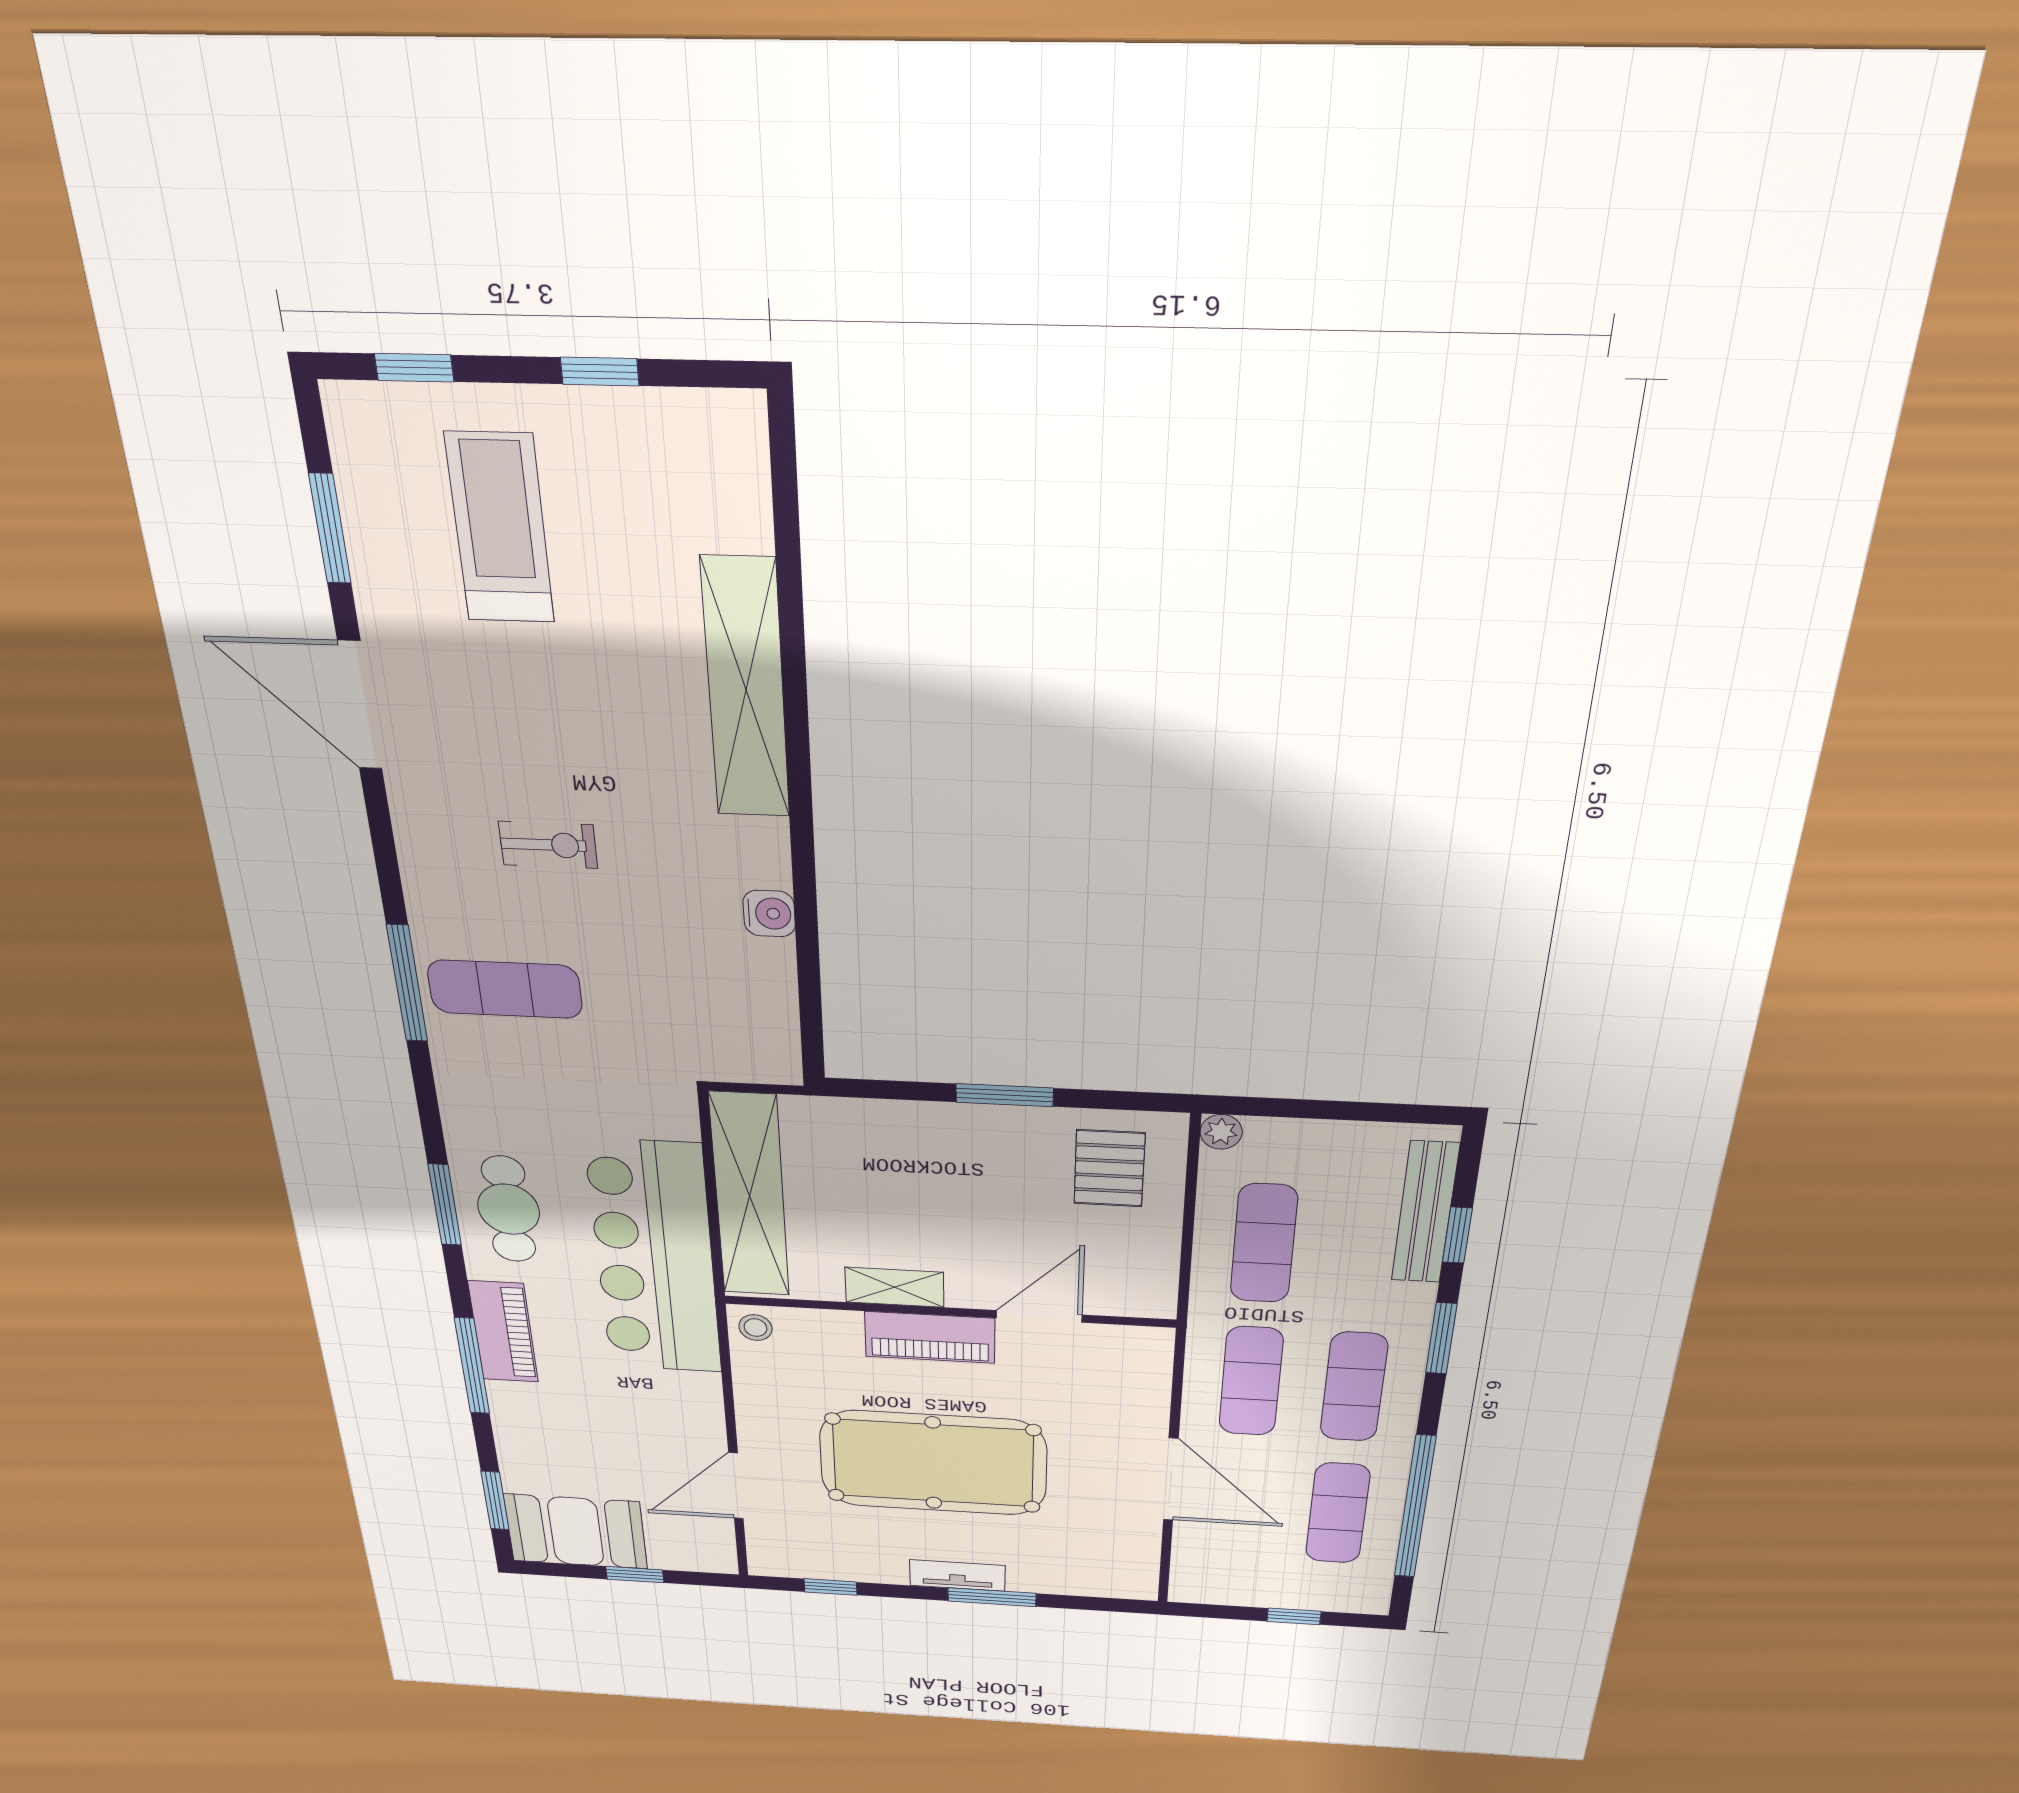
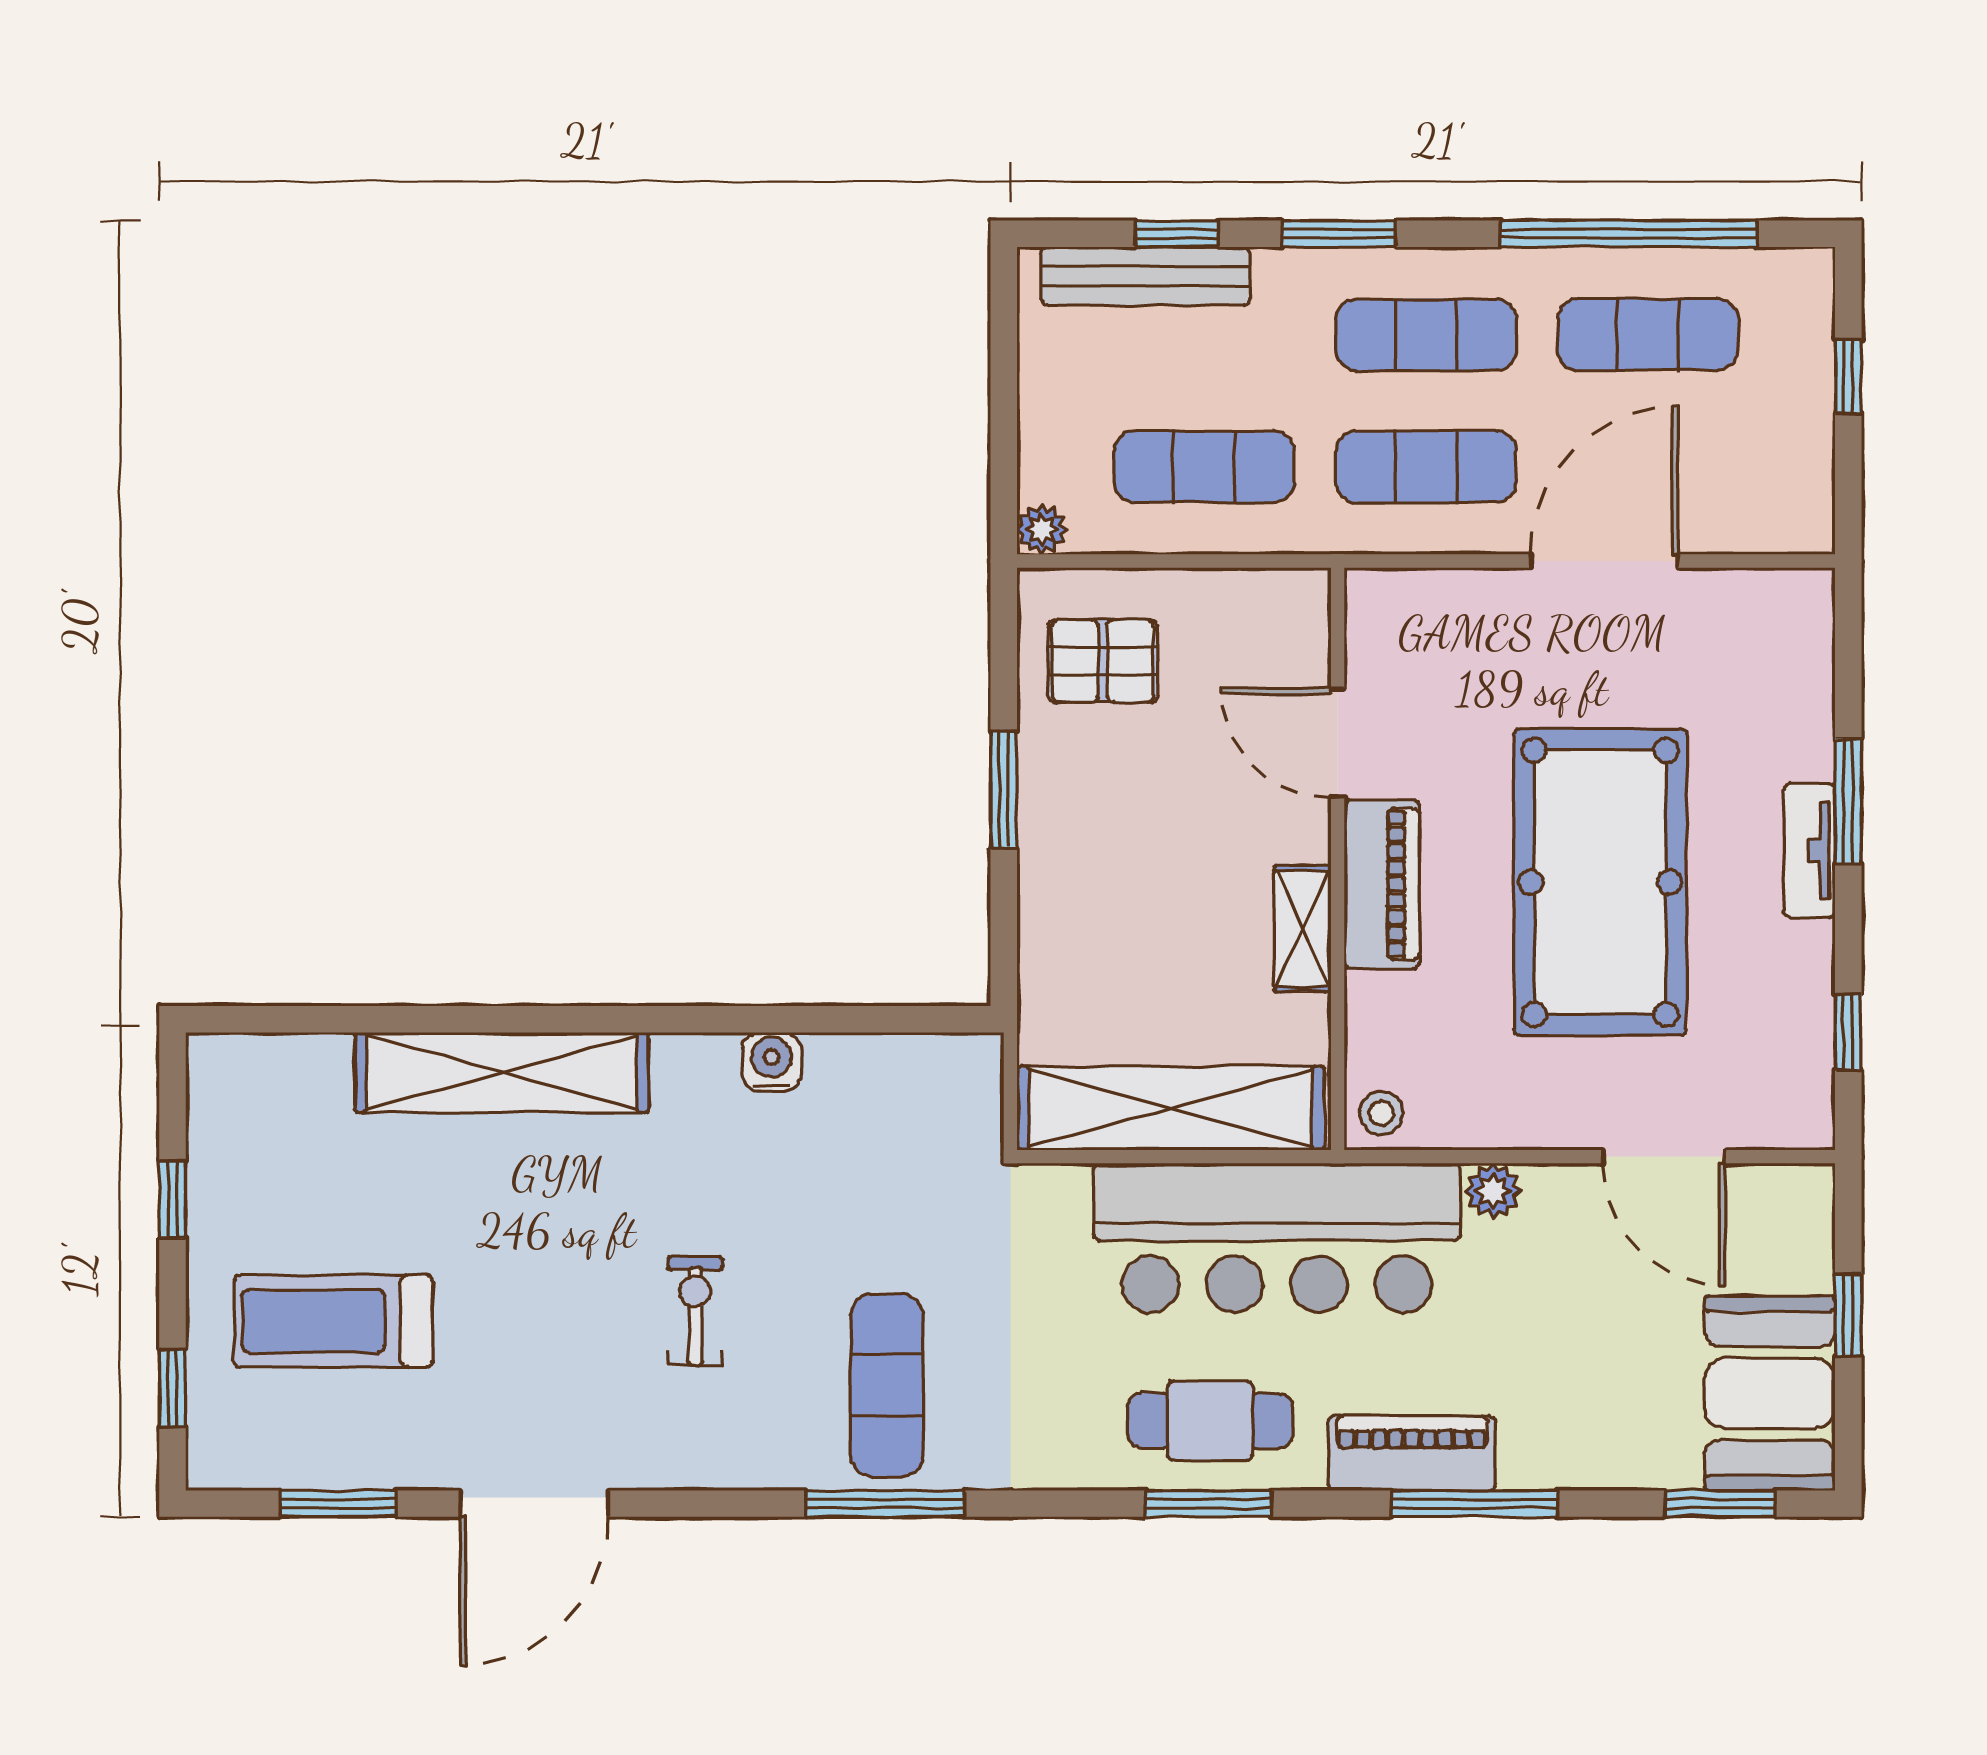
plant: (703, 1390) -> (1493, 1191), added

